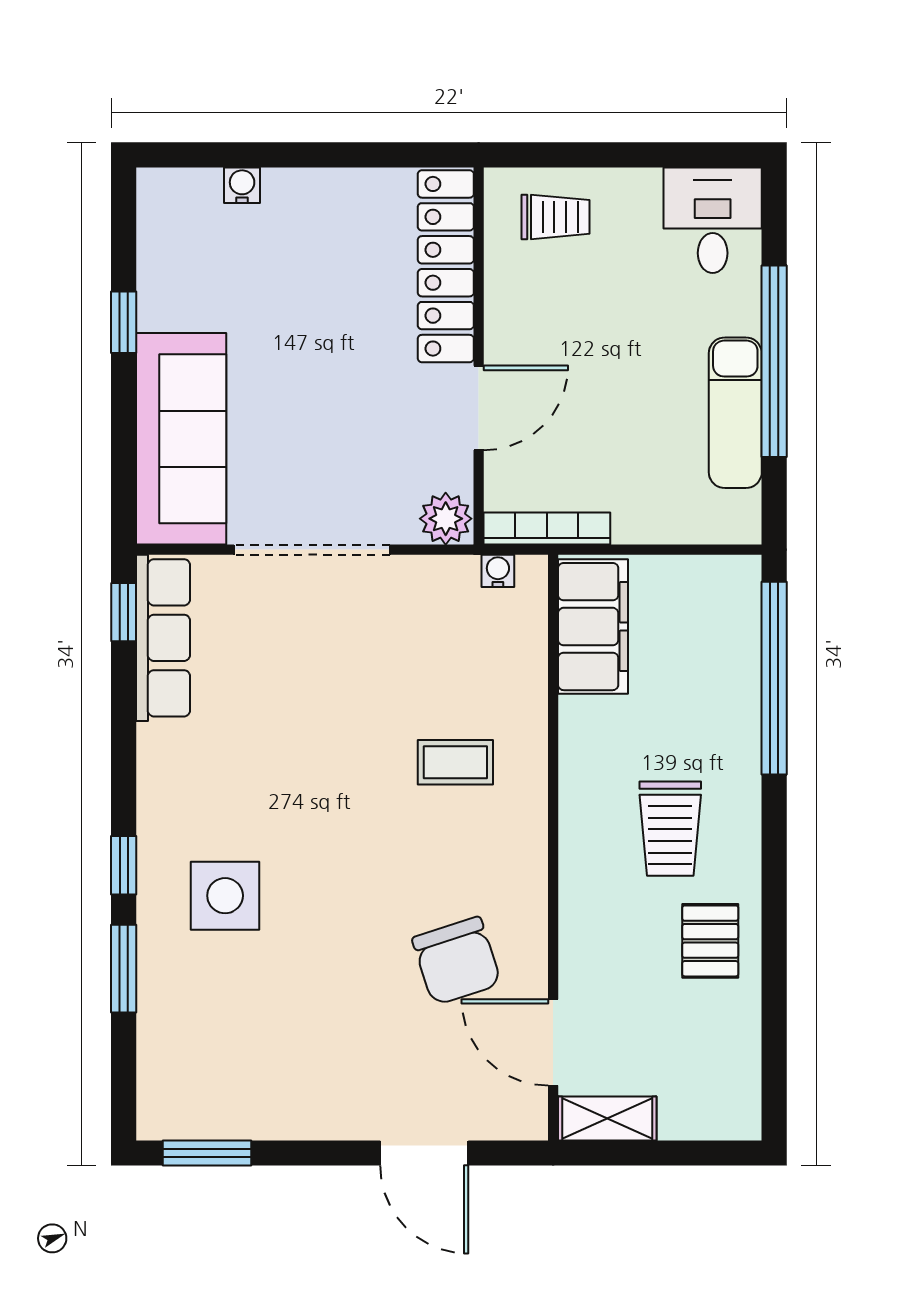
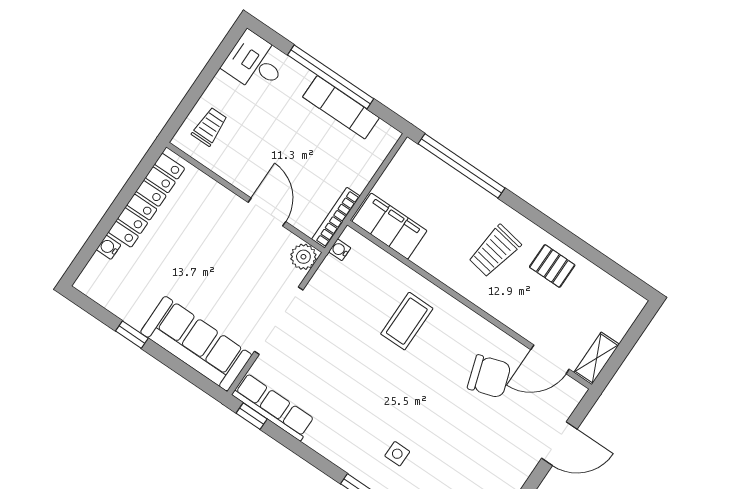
locker: (446, 266) -> (147, 200), moved, turned -90
coffee table: (455, 762) -> (407, 321), width x1.36, depth x1.30
trolley: (670, 829) -> (495, 251), turned 100
side table: (225, 896) -> (397, 454), width x0.54, depth x0.54

